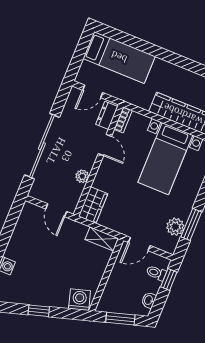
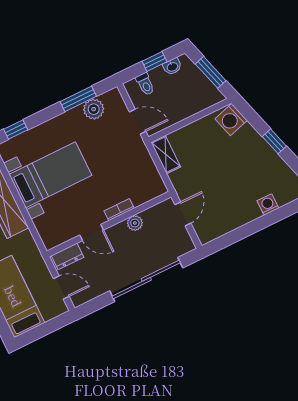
bookcase: (123, 120) -> (119, 210), moved
door: (105, 145) -> (92, 232), swing flipped
wardrobe: (93, 205) -> (147, 190), removed
window: (169, 279) -> (154, 62), moved

